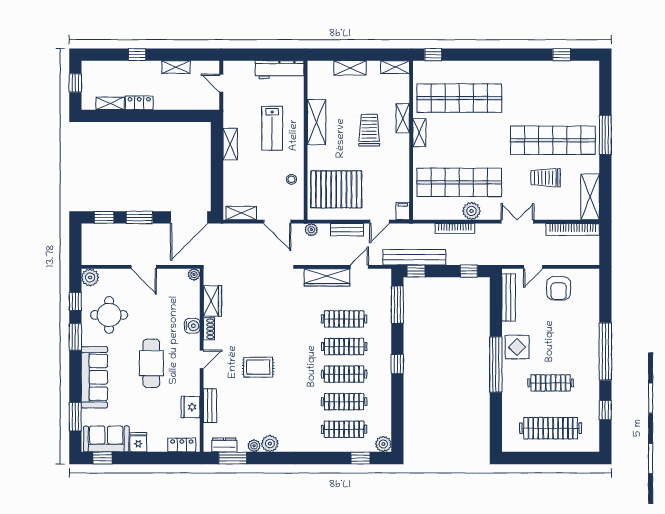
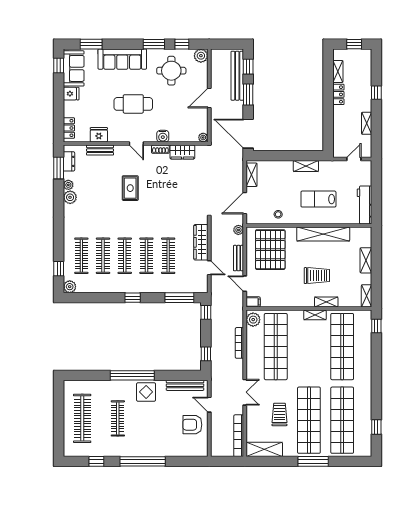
shop shelf: (553, 98) -> (342, 420), added
shelving: (317, 122) -> (323, 234), width x1.47
plant: (471, 211) -> (253, 320), moved
bench: (414, 257) -> (237, 76), moved

